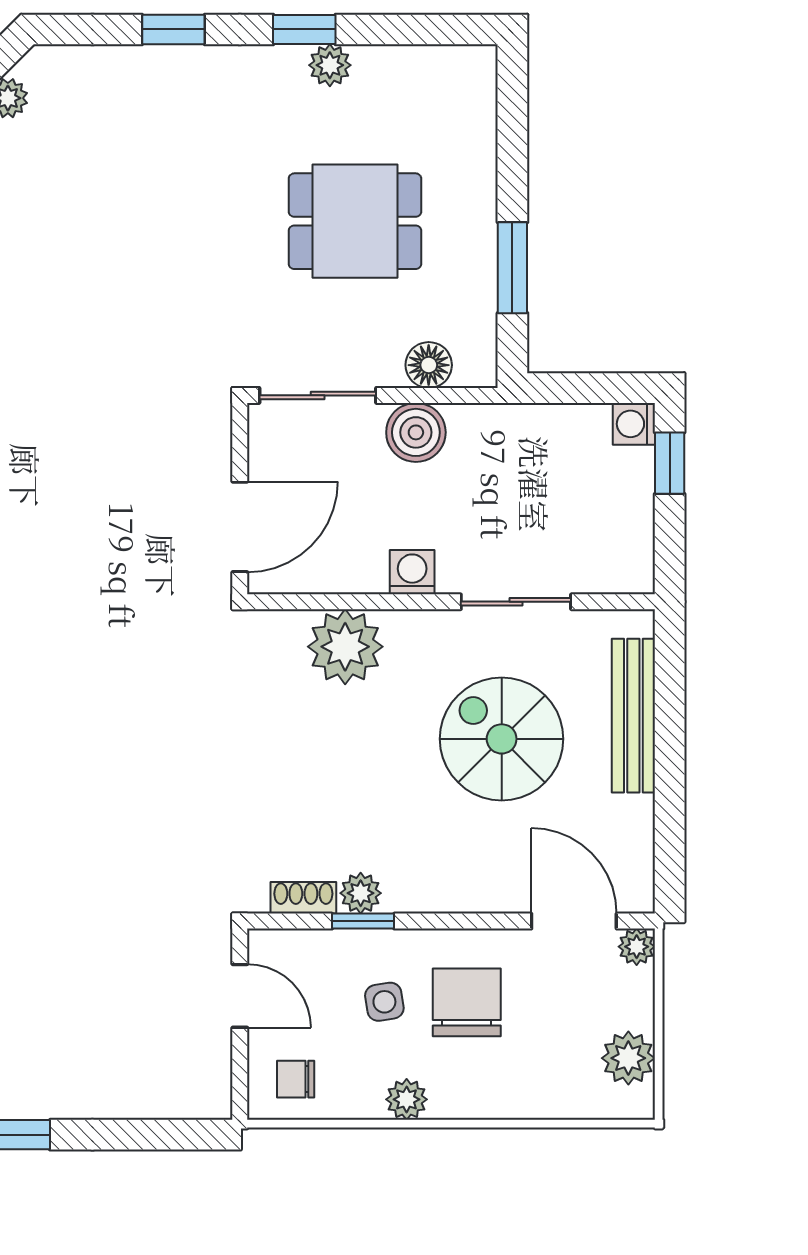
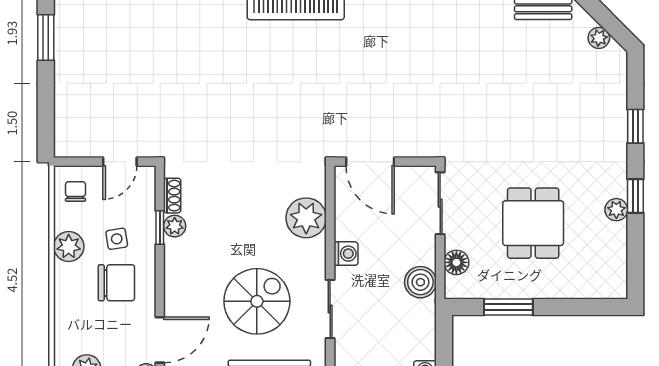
boiler: (416, 432) -> (420, 282), moved
plant: (407, 1099) -> (69, 246), width x1.38, depth x1.38

